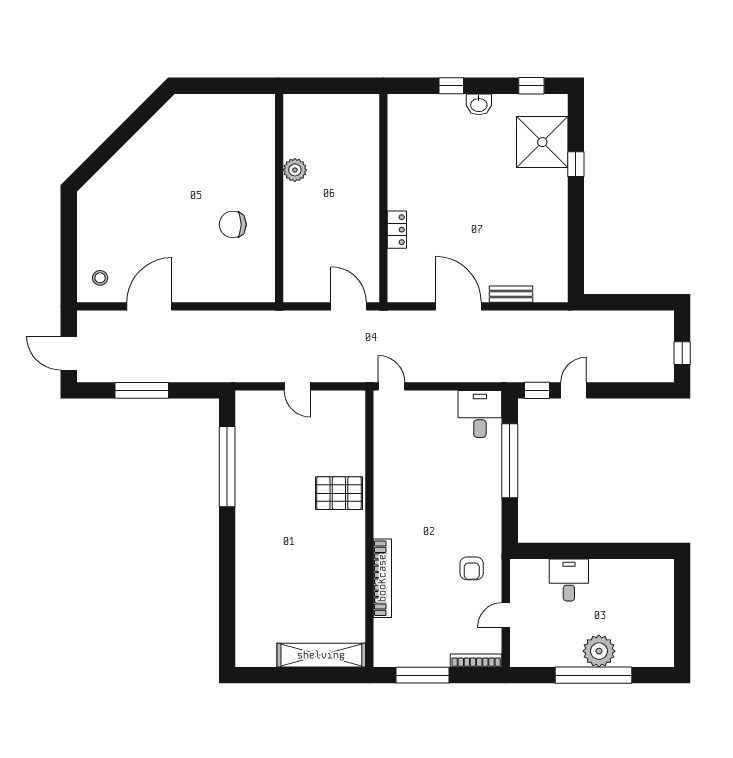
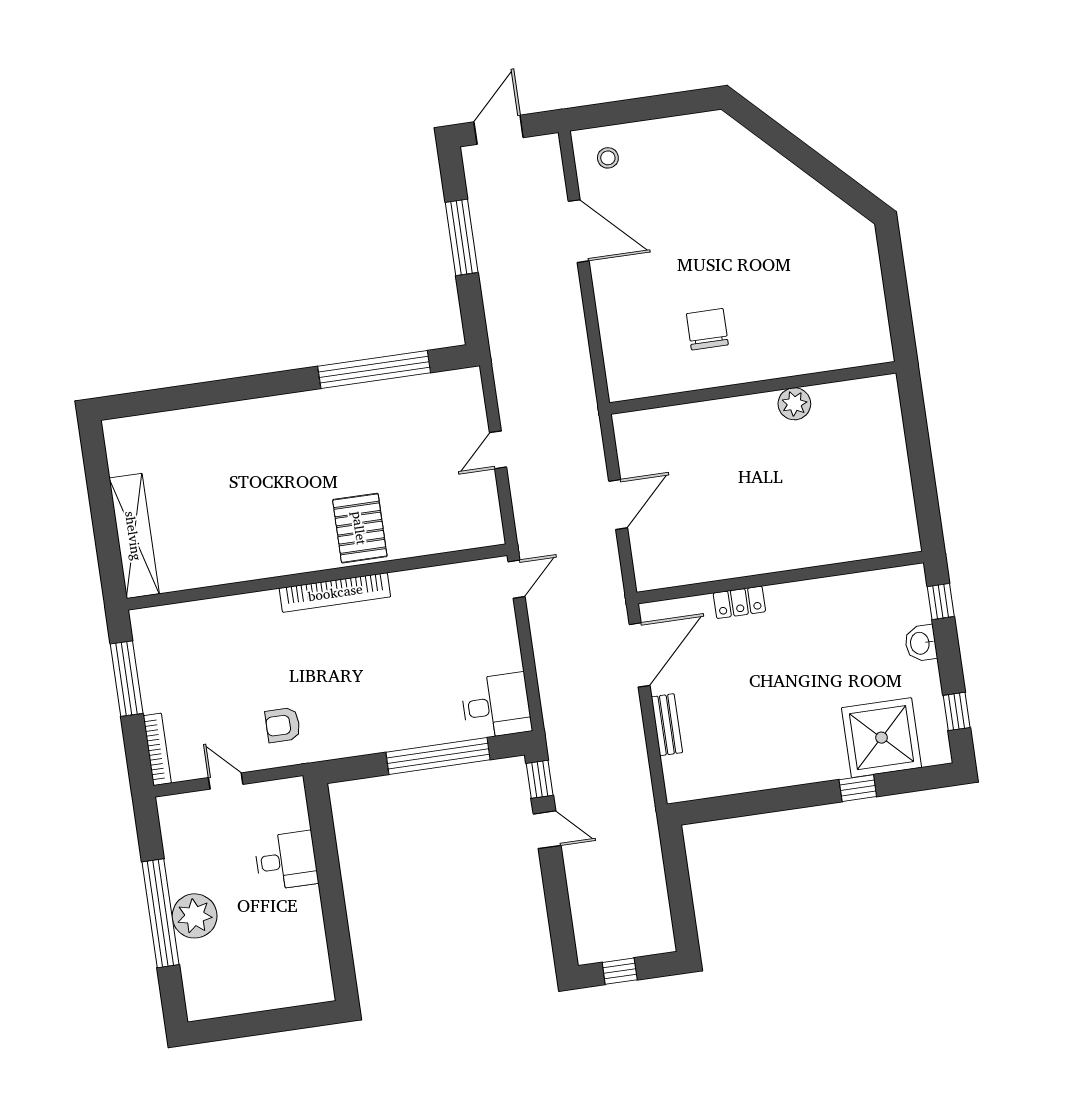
wall: (383, 198) -> (780, 578), moved
locker: (397, 230) -> (739, 602), moved
bookcase: (382, 578) -> (335, 592), moved

